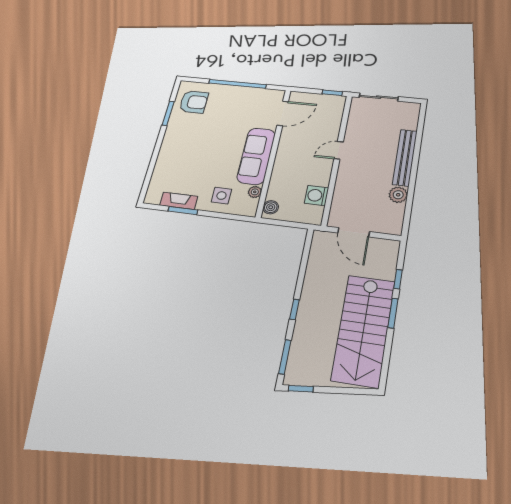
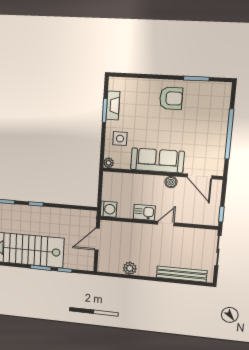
armchair: (194, 102) -> (171, 98), moved, turned -90
door: (339, 150) -> (166, 224), hinge flipped
bench: (405, 158) -> (182, 274), moved
kitchen sink: (321, 173) -> (144, 212), added
plant: (255, 192) -> (109, 163), moved
washing machine: (317, 195) -> (109, 209), moved, turned 90
boiler: (271, 207) -> (171, 182), moved

